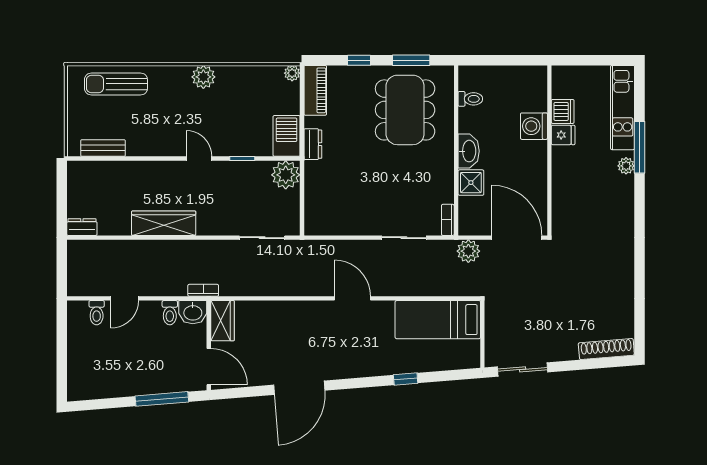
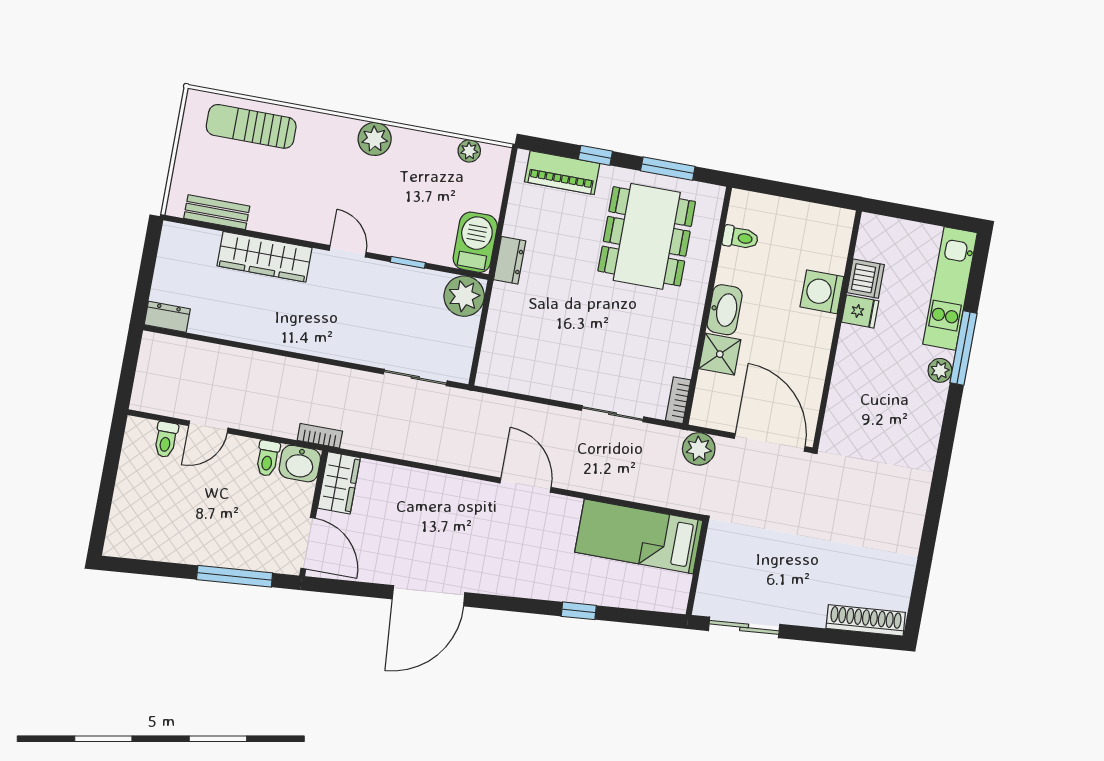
plant: (292, 73) -> (469, 151), moved
piano: (315, 90) -> (562, 173), moved, turned 90
wardrobe: (164, 223) -> (264, 257), moved, turned 180

